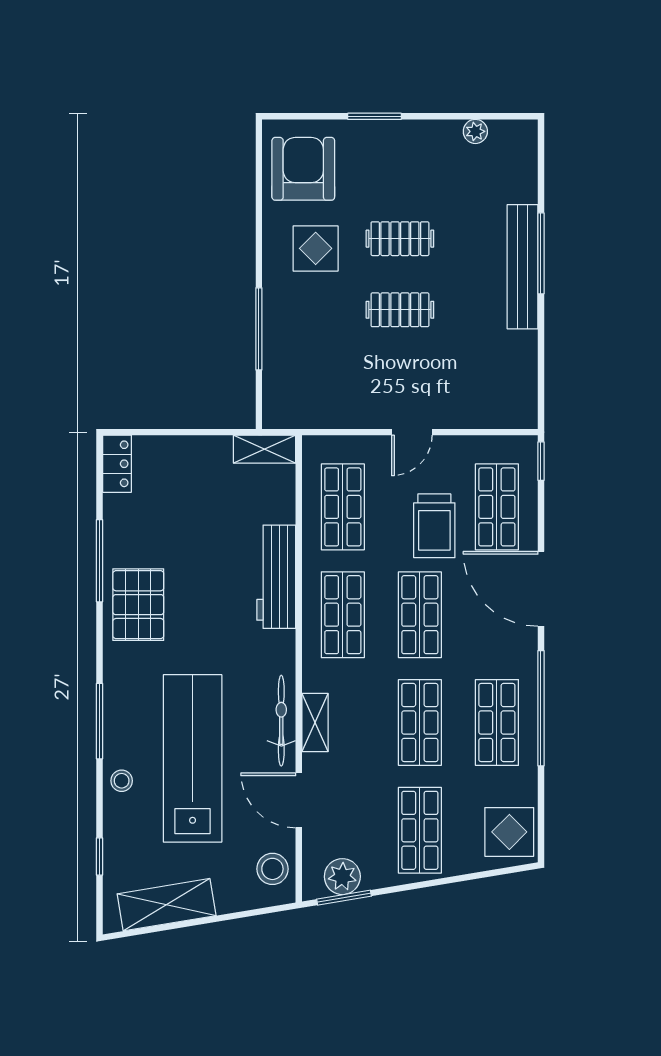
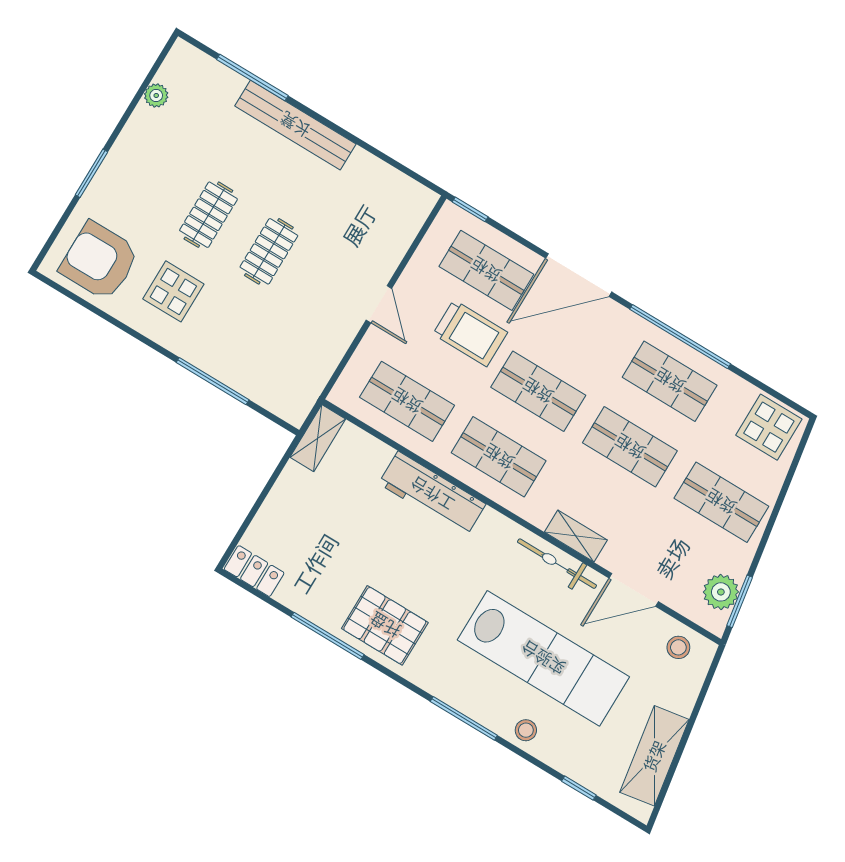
window: (541, 253) -> (252, 78), moved
lab bench: (193, 758) -> (543, 658), turned 180
stool: (272, 869) -> (678, 647), width x0.73, depth x0.73

